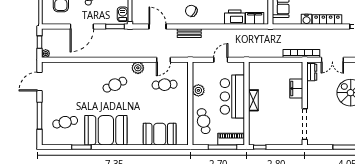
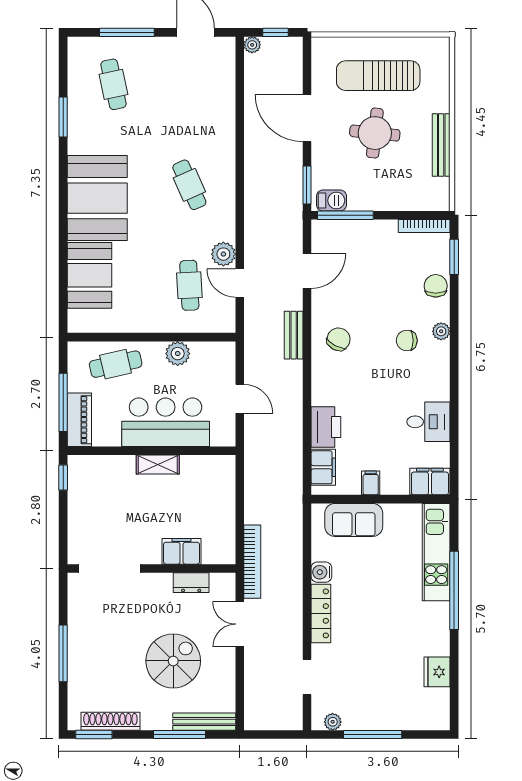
plant: (138, 68) -> (223, 254), moved
dresser: (312, 72) -> (191, 583), moved
booth: (106, 130) -> (97, 198), moved

